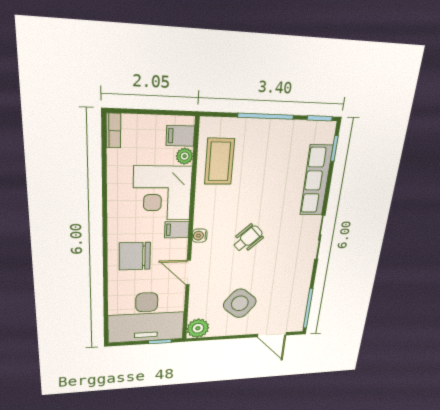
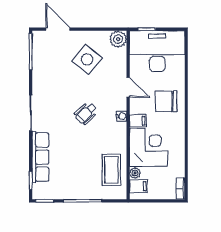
chair: (135, 256) -> (166, 101), turned 180

